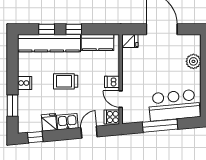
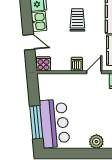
door: (121, 99) -> (94, 72), moved
window: (160, 126) -> (36, 122), moved

